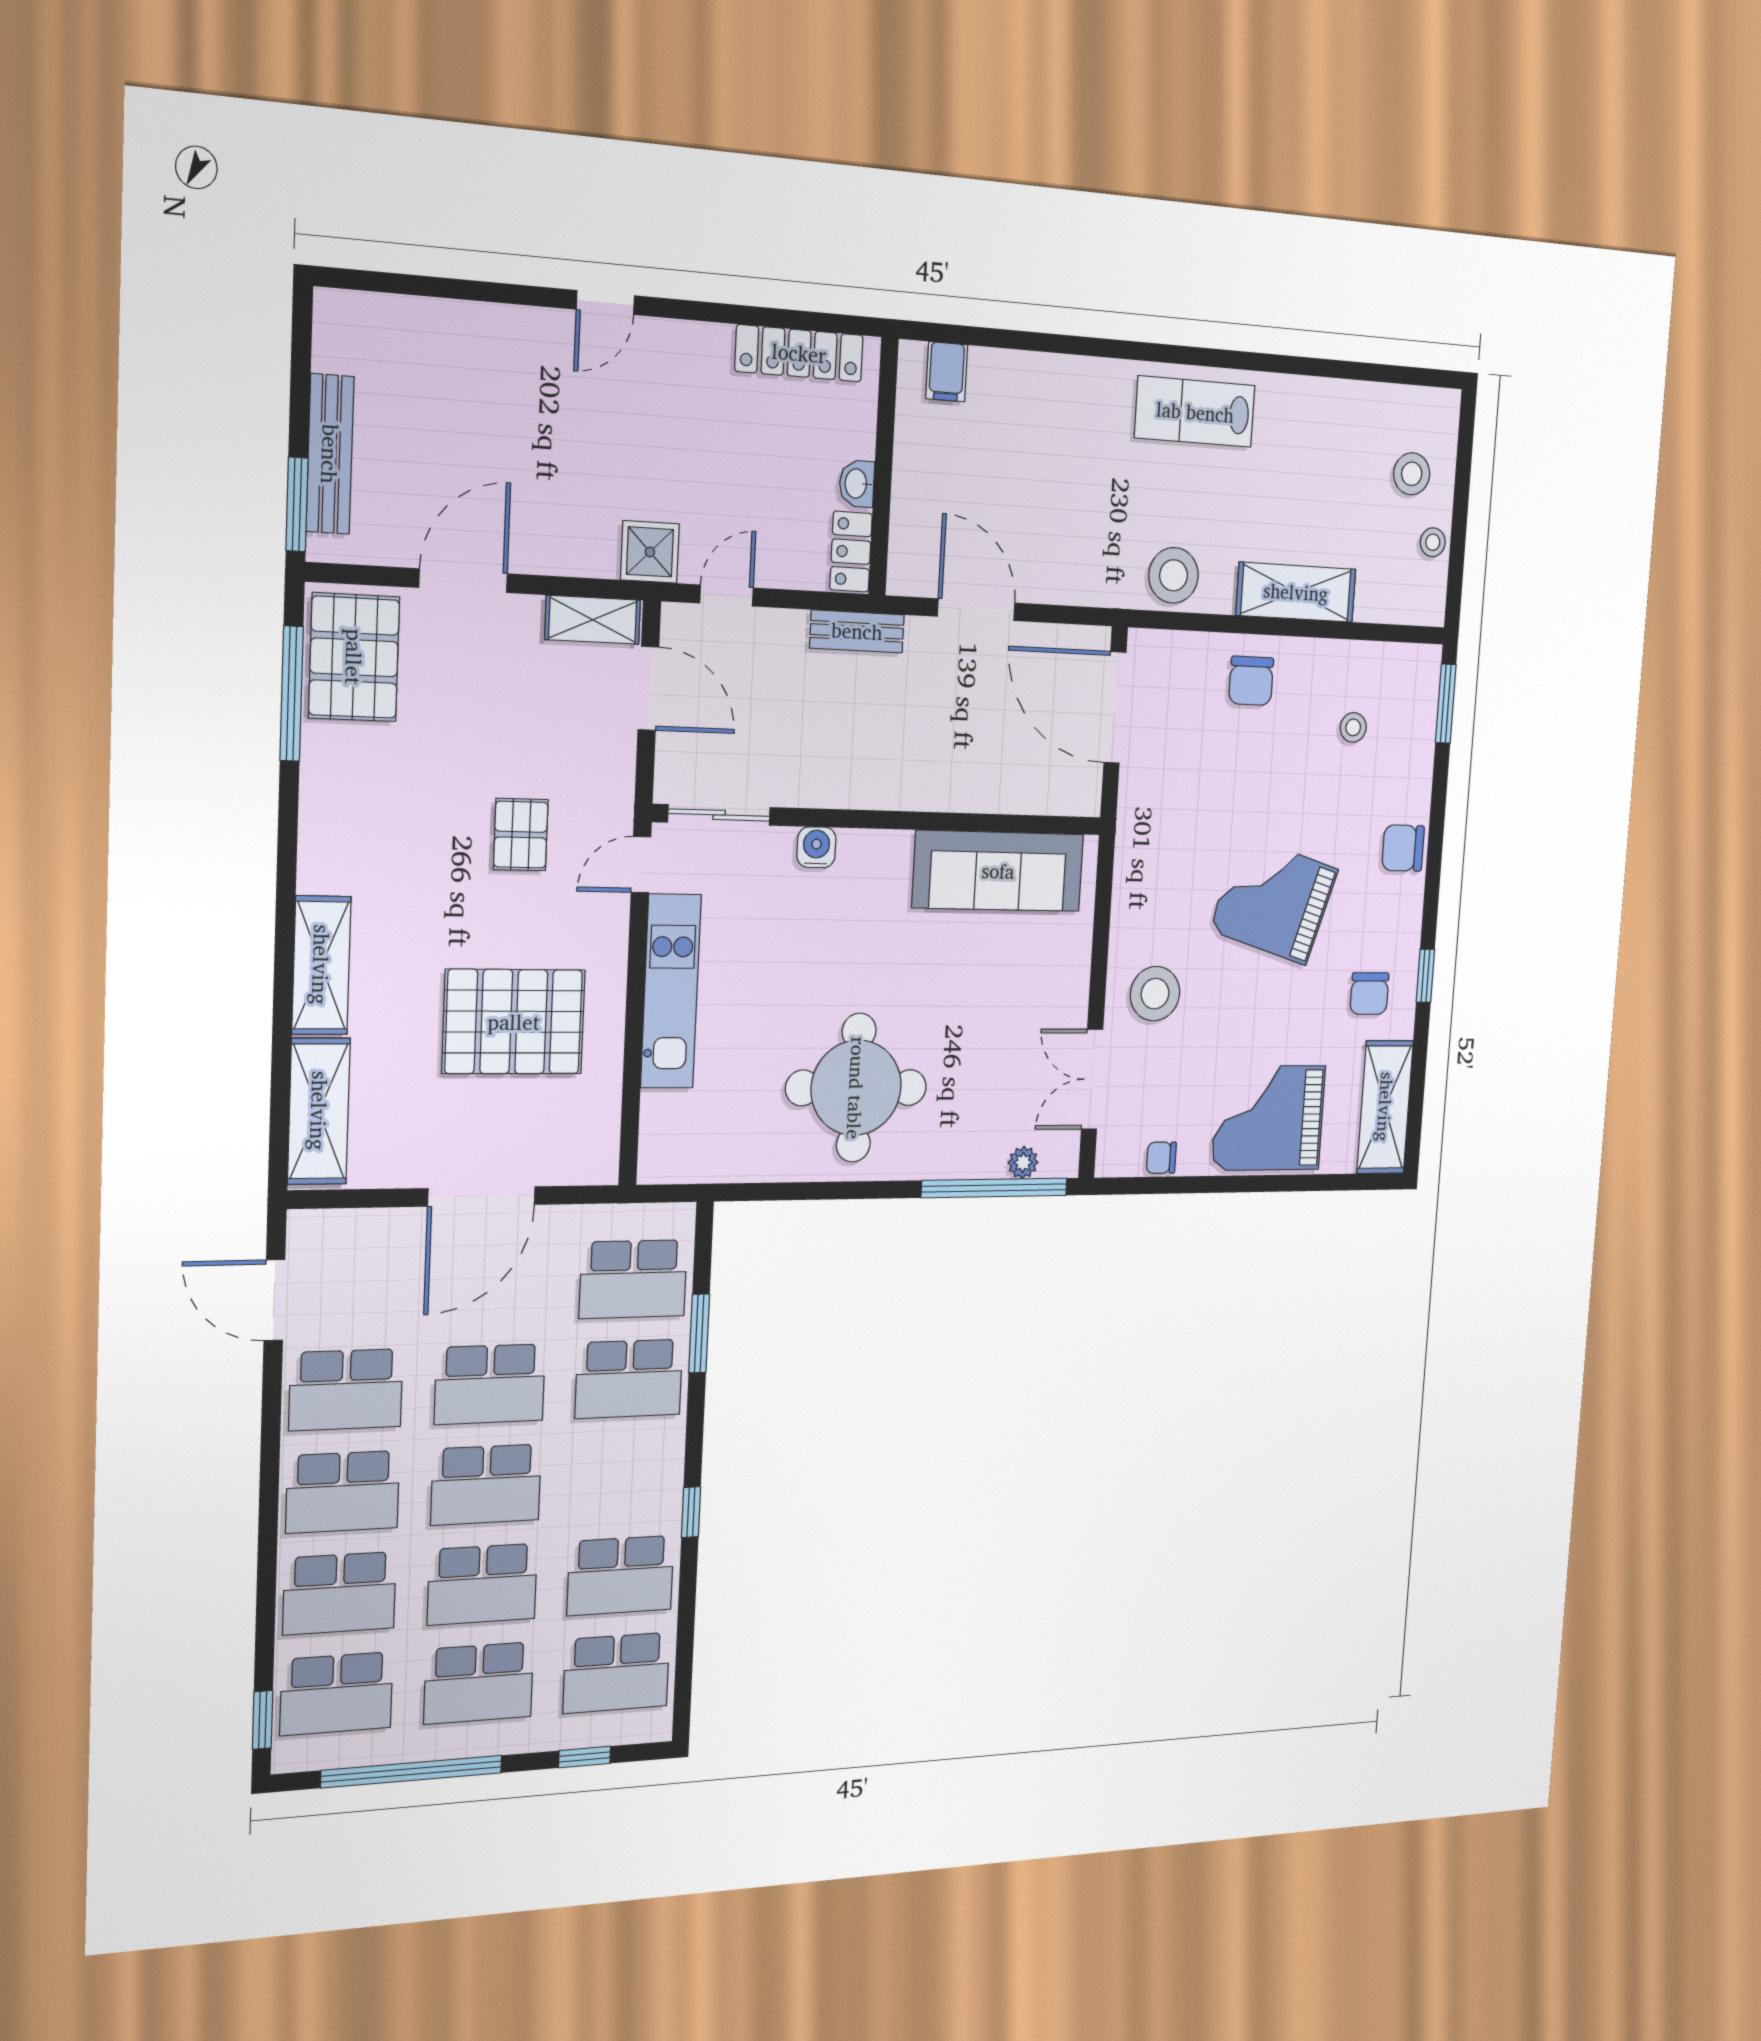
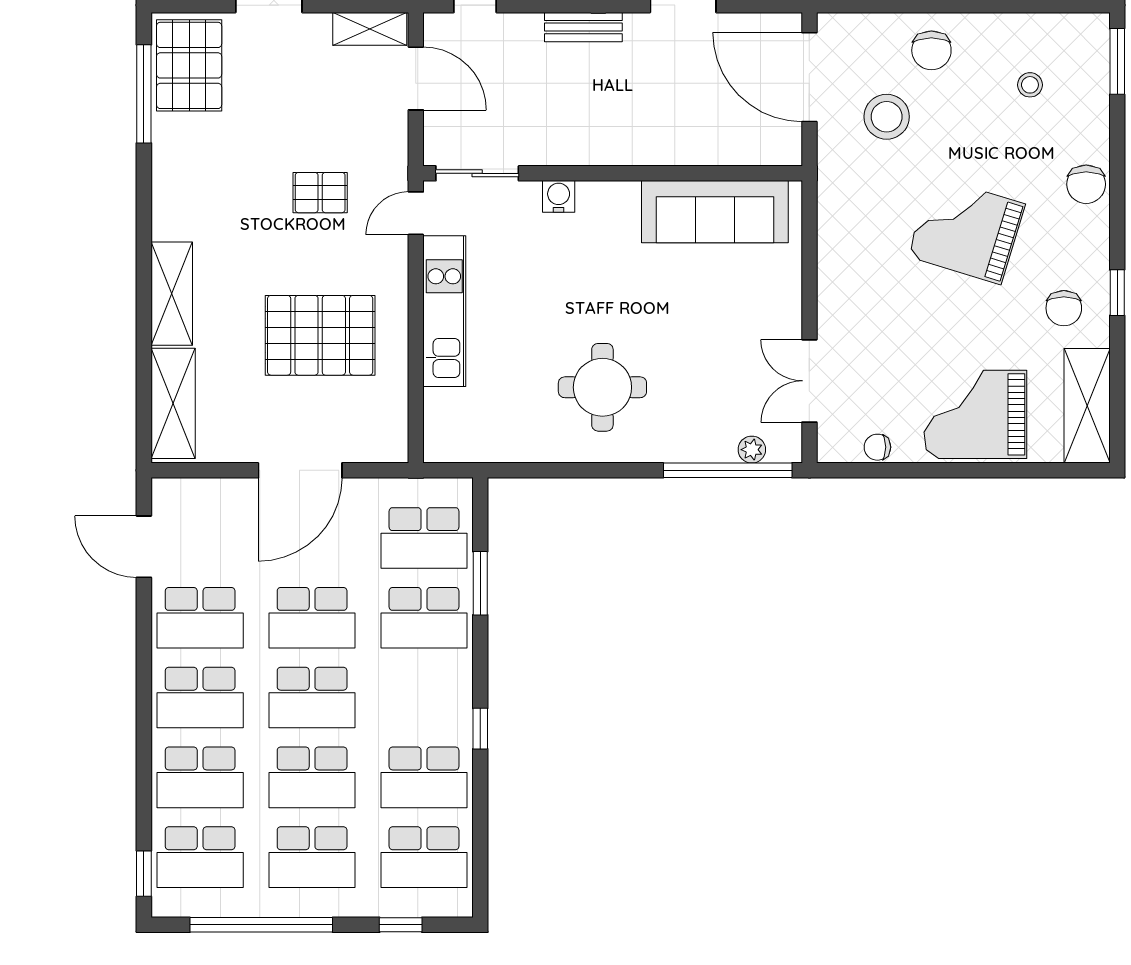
pallet: (521, 835) -> (320, 193), turned 90
chair: (1403, 848) -> (1086, 184), turned -90
stool: (1155, 994) -> (887, 117), moved
round table: (856, 1088) -> (602, 387), width x0.73, depth x0.73

